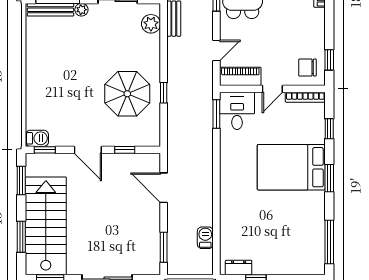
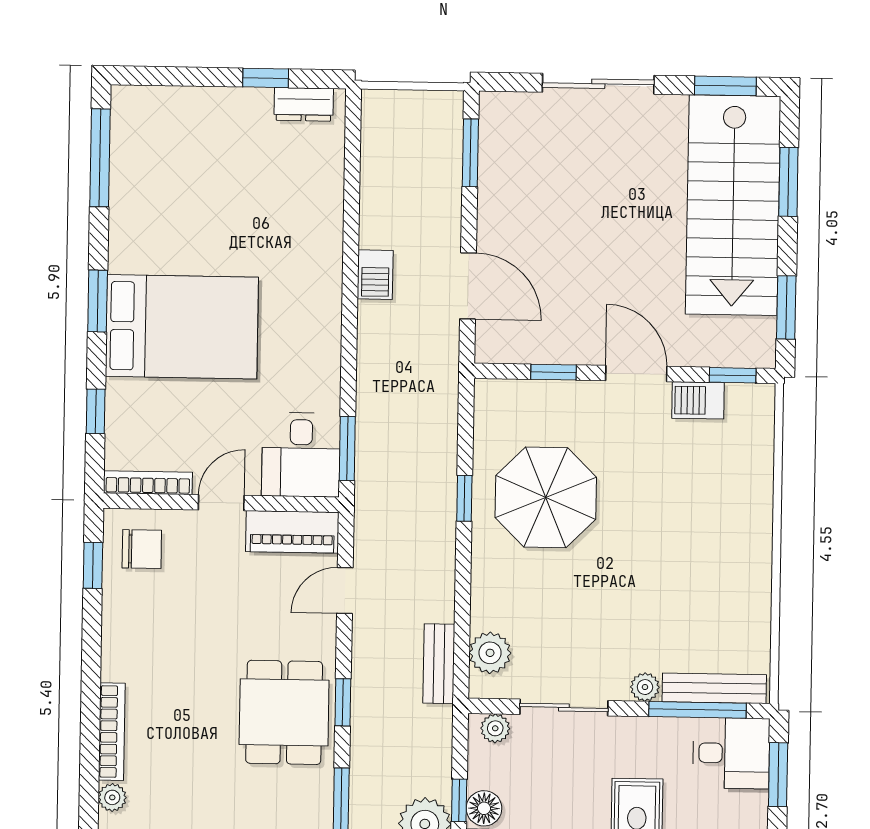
barbecue: (37, 138) -> (698, 400), moved
barbecue: (205, 238) -> (375, 275), moved

